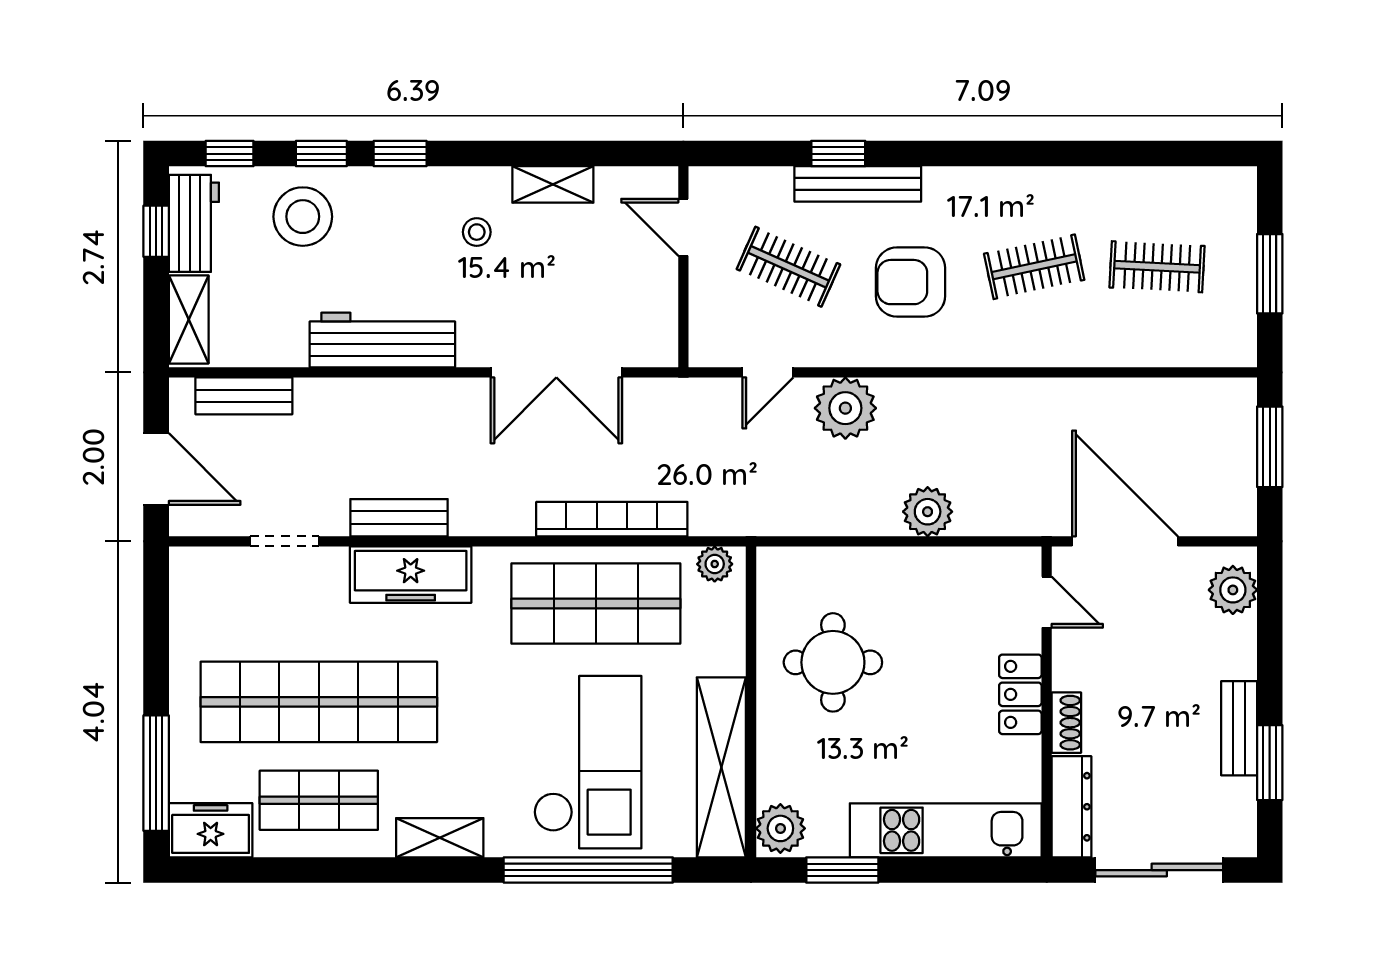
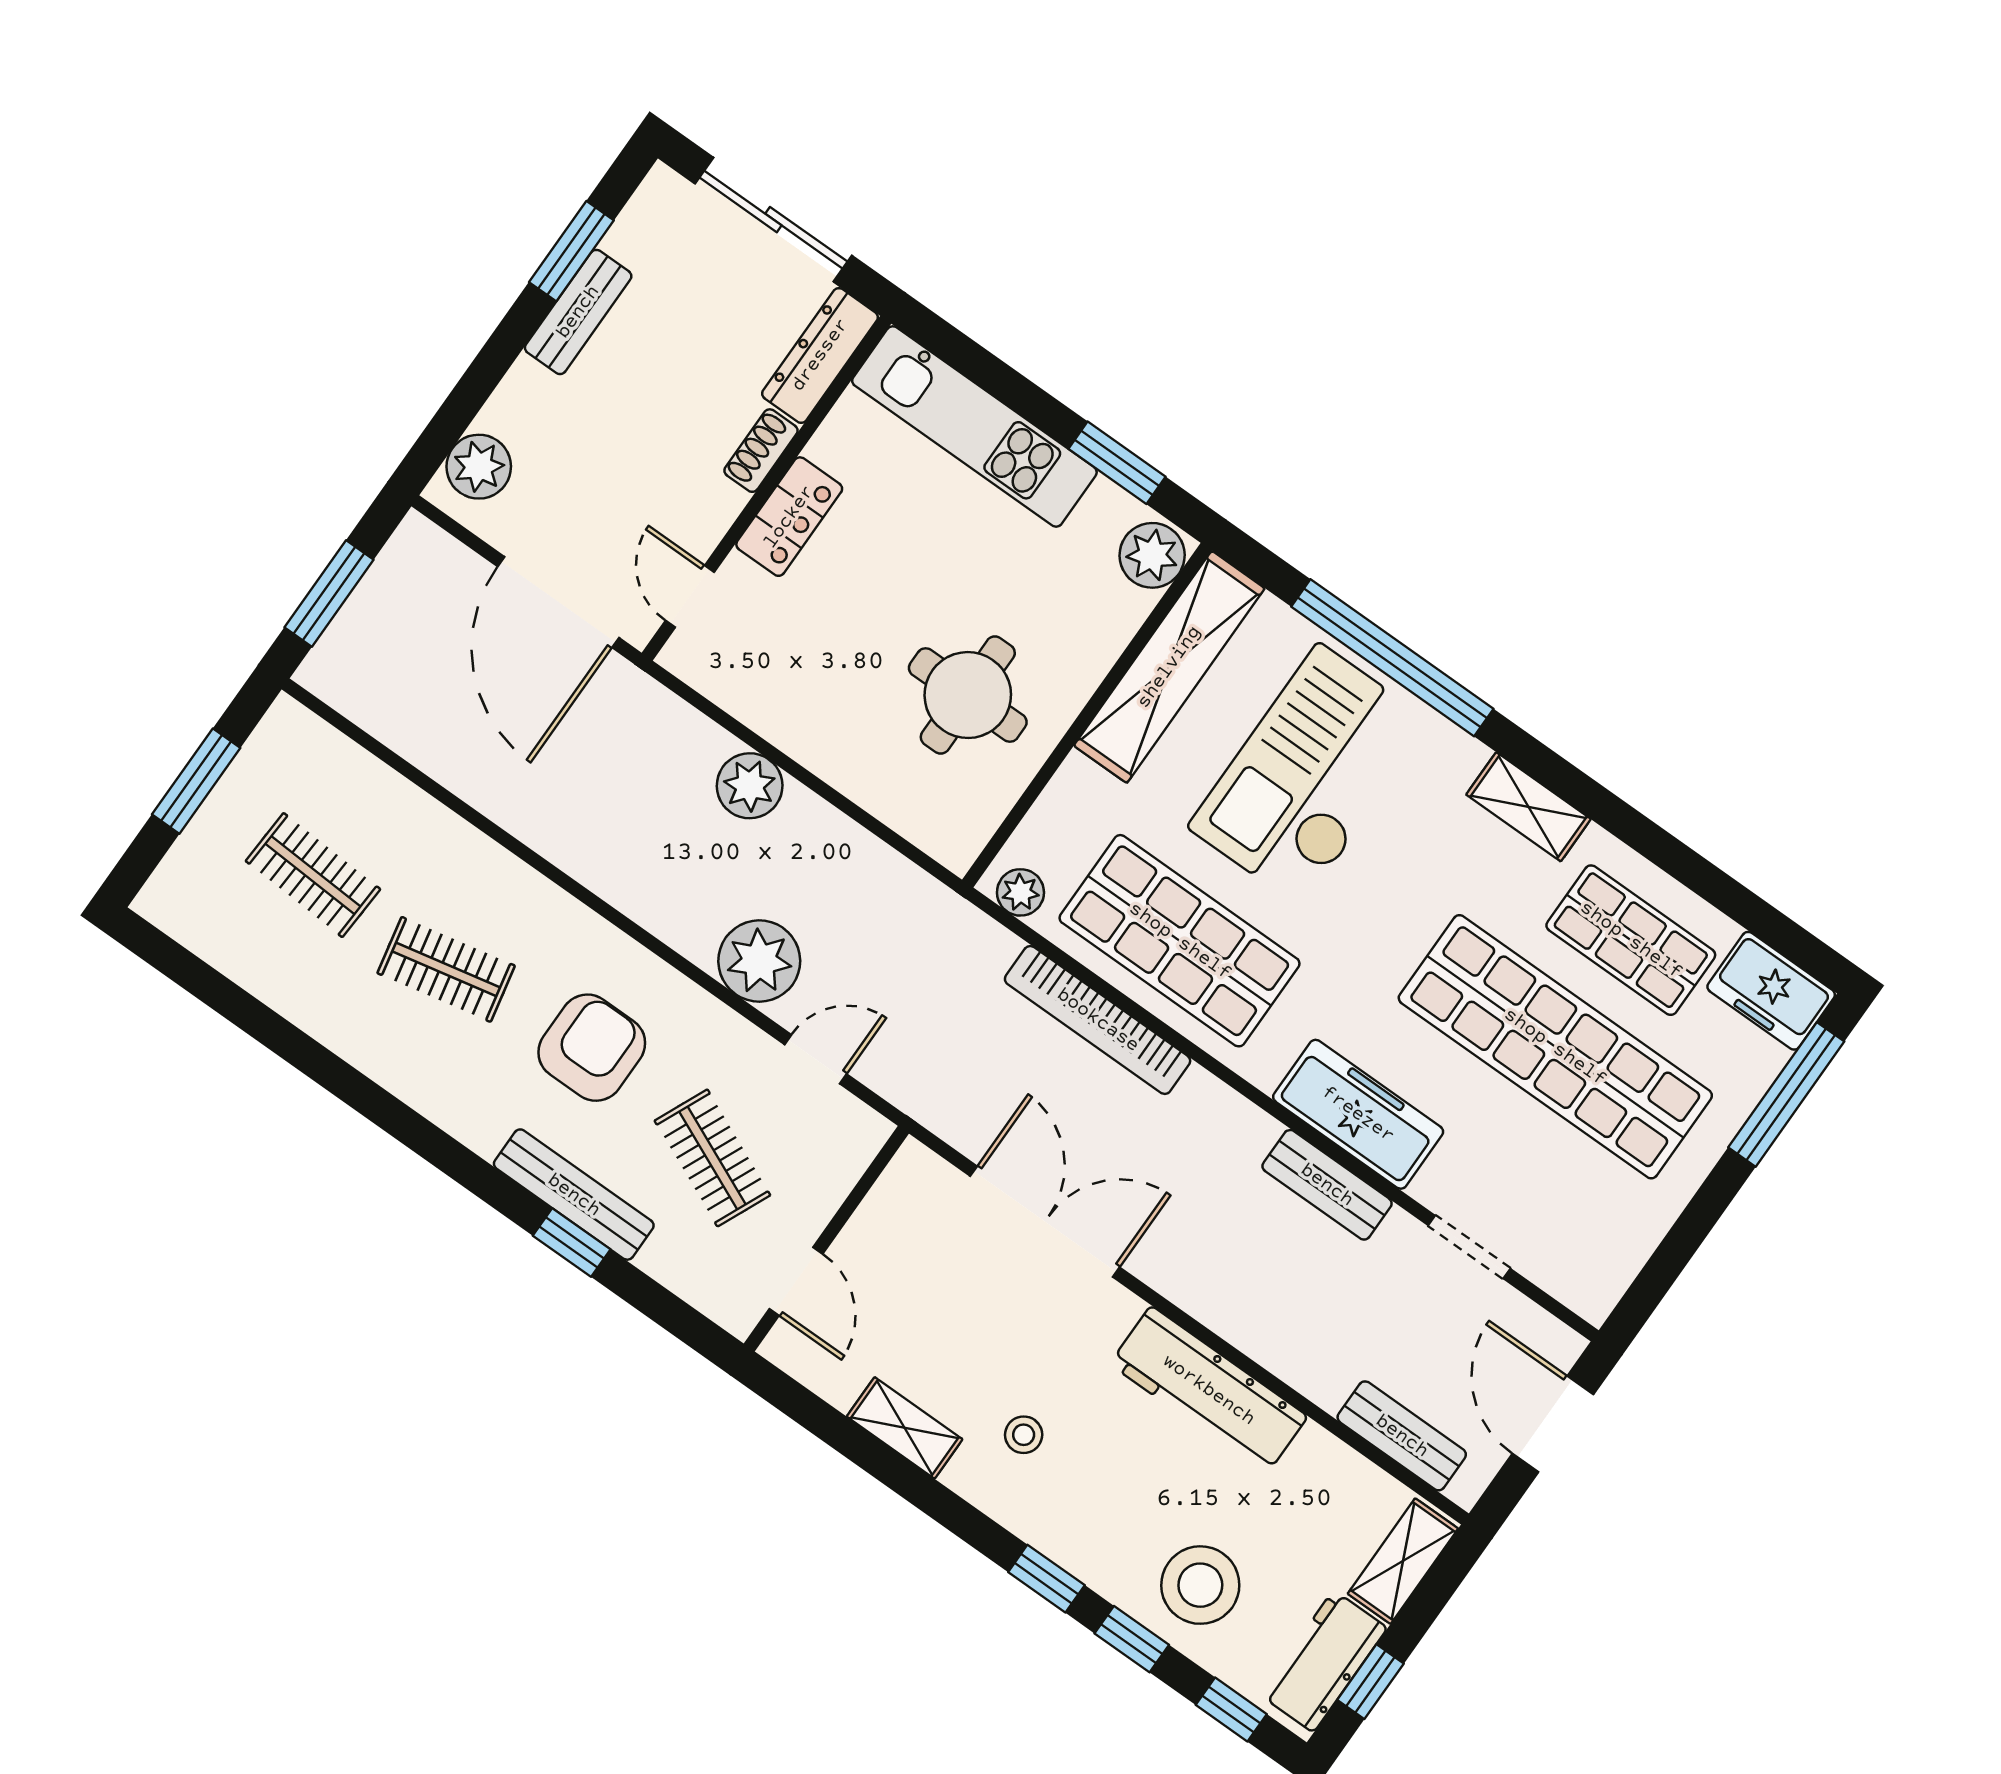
armchair: (911, 282) -> (592, 1048), turned -90

